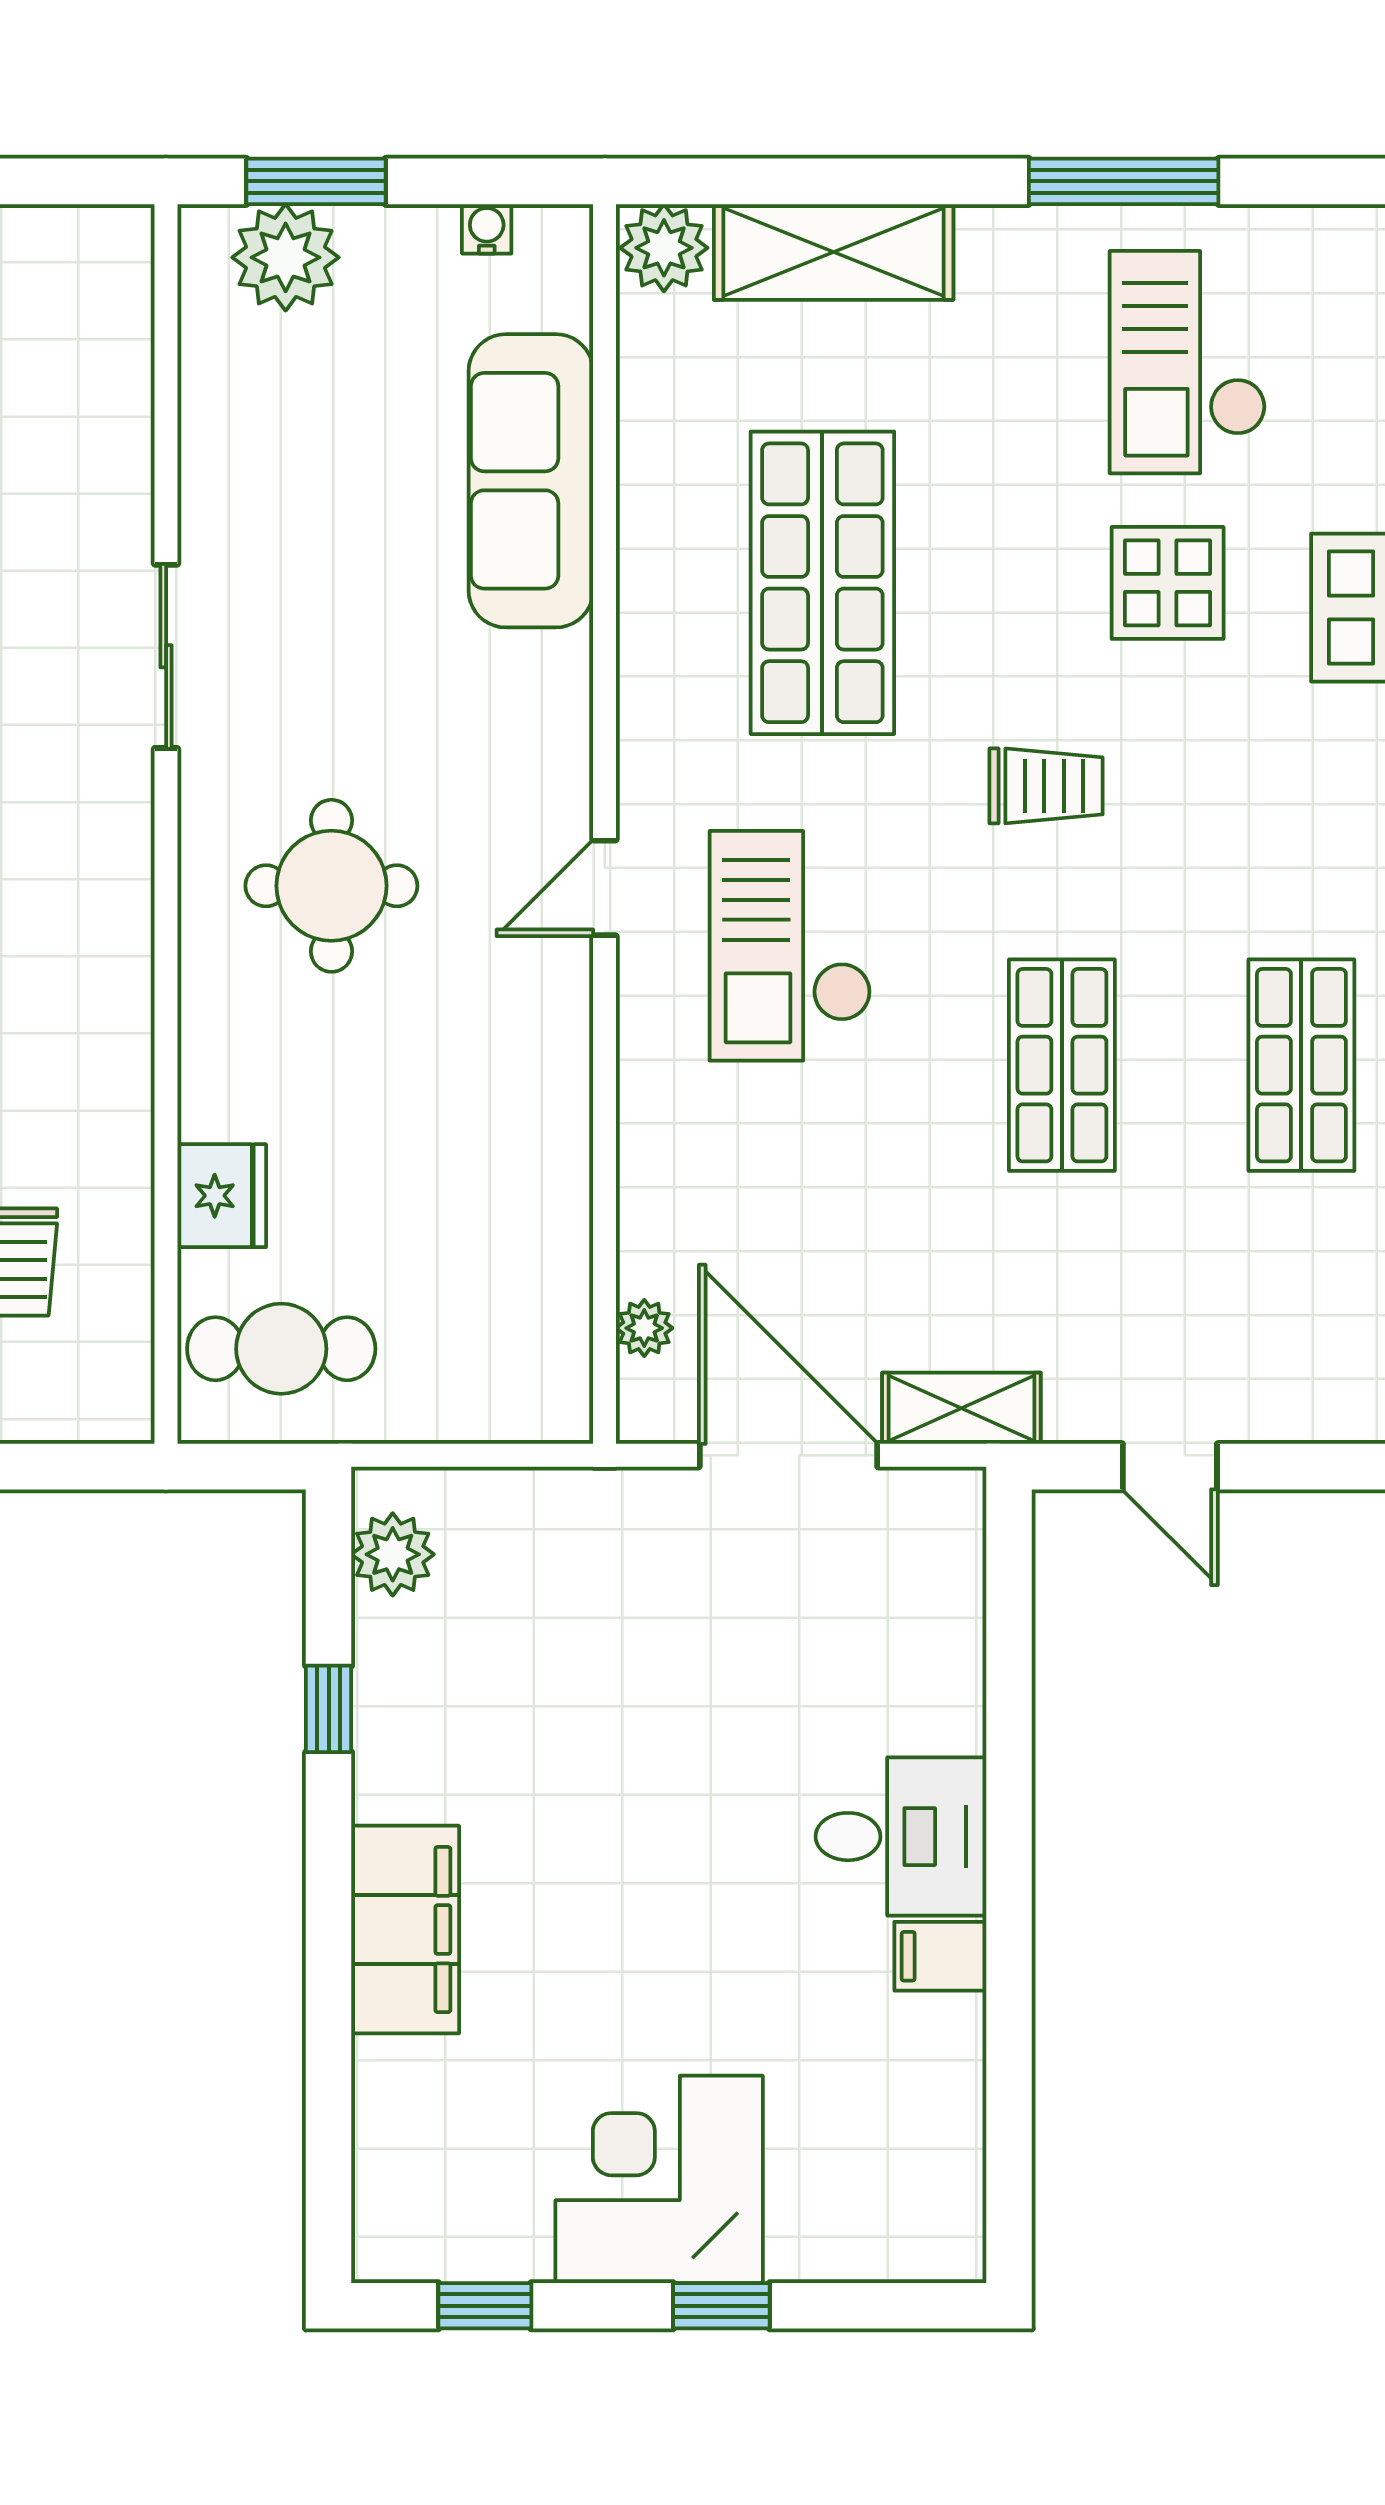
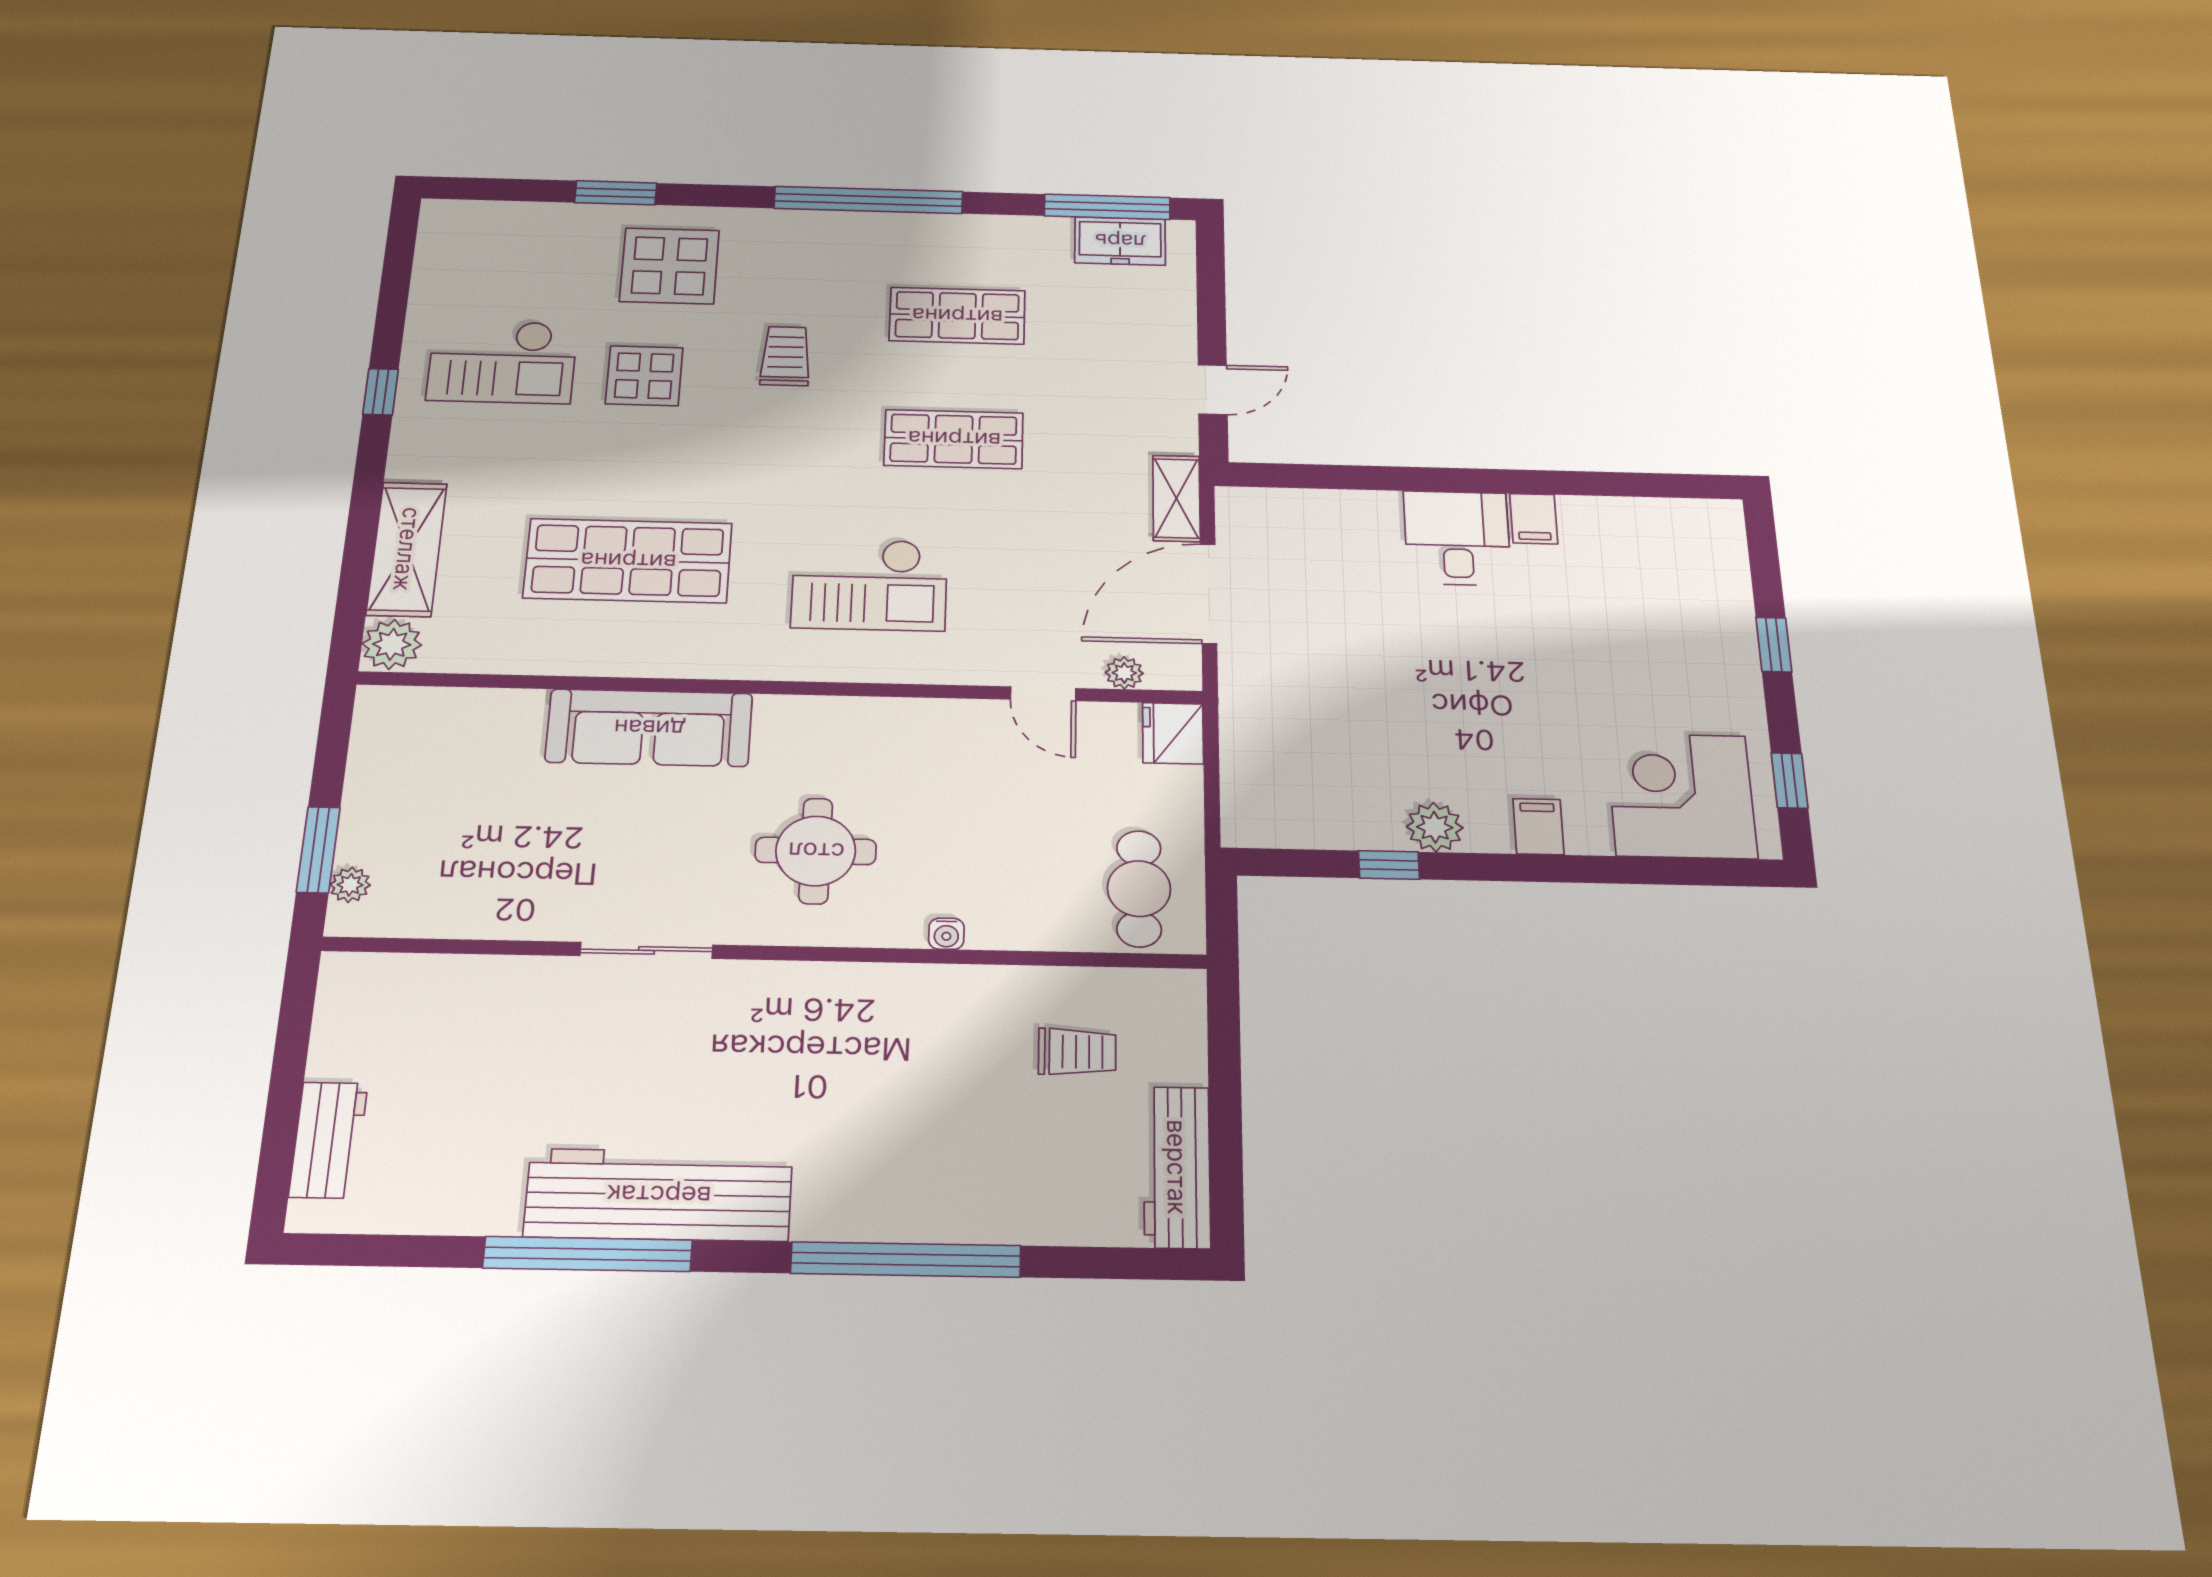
window: (1124, 181) -> (381, 392), width x0.46
water cooler: (487, 229) -> (946, 934), moved, turned -90
plant: (286, 257) -> (350, 885), width x0.53, depth x0.53
sofa: (531, 481) -> (649, 728), moved
trolley: (1046, 786) -> (786, 356), moved
door: (605, 888) -> (1043, 694), moved
fridge: (222, 1196) -> (1173, 733), moved, turned -90
plant: (393, 1554) -> (1435, 827), moved
filing cabinet: (405, 1930) -> (1538, 827), width x0.33, depth x0.86
corner desk: (659, 2179) -> (1681, 796), moved, turned 90

